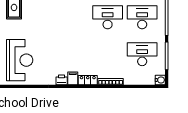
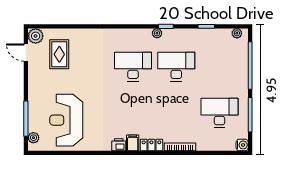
desk: (142, 17) -> (133, 67), moved
reception desk: (20, 60) -> (66, 120), turned 180

